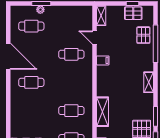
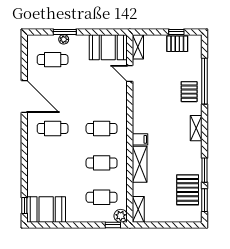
booth: (77, 16) -> (108, 47), added
pallet: (143, 35) -> (189, 92), moved
cafe table: (71, 54) -> (102, 128), moved
filing cabinet: (103, 60) -> (140, 139), moved

